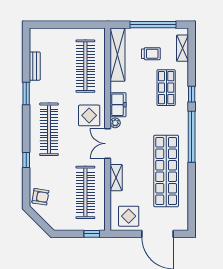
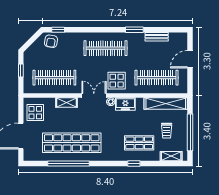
door: (63, 25) -> (190, 59), added
window: (192, 137) -> (69, 164), moved
window: (26, 160) -> (58, 30), moved
window: (92, 234) -> (21, 71), moved

